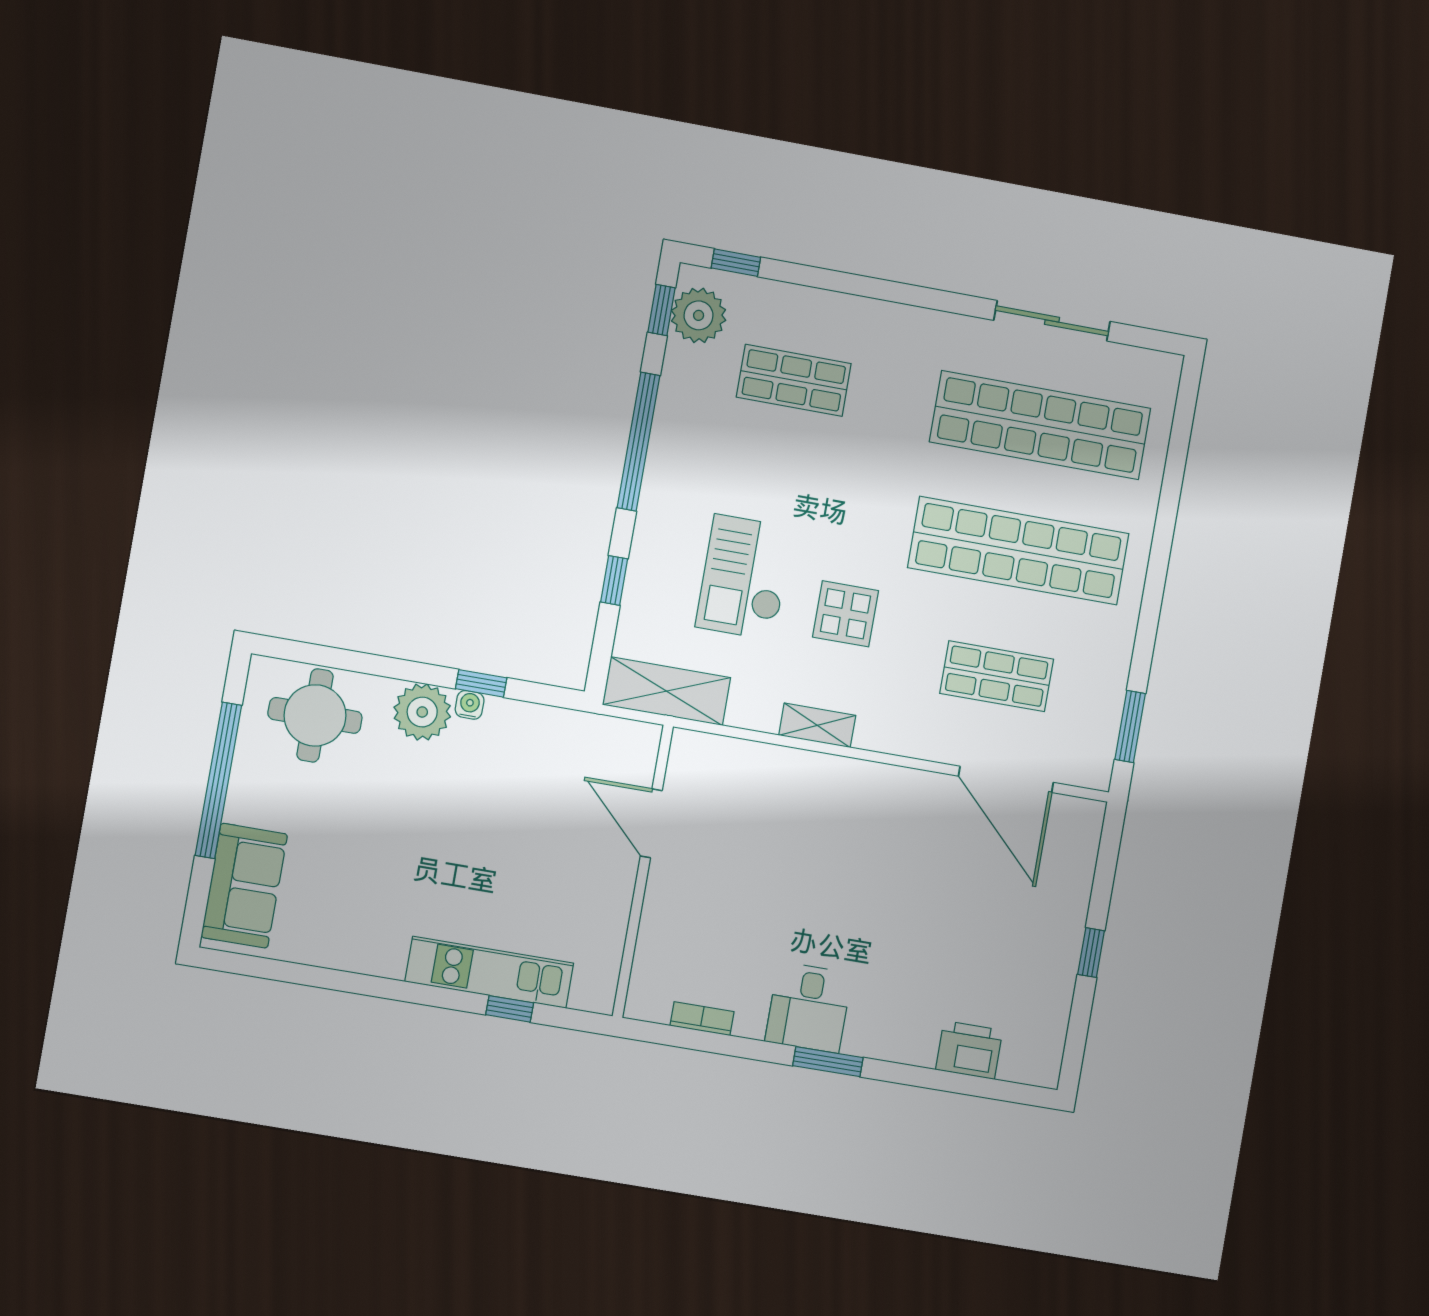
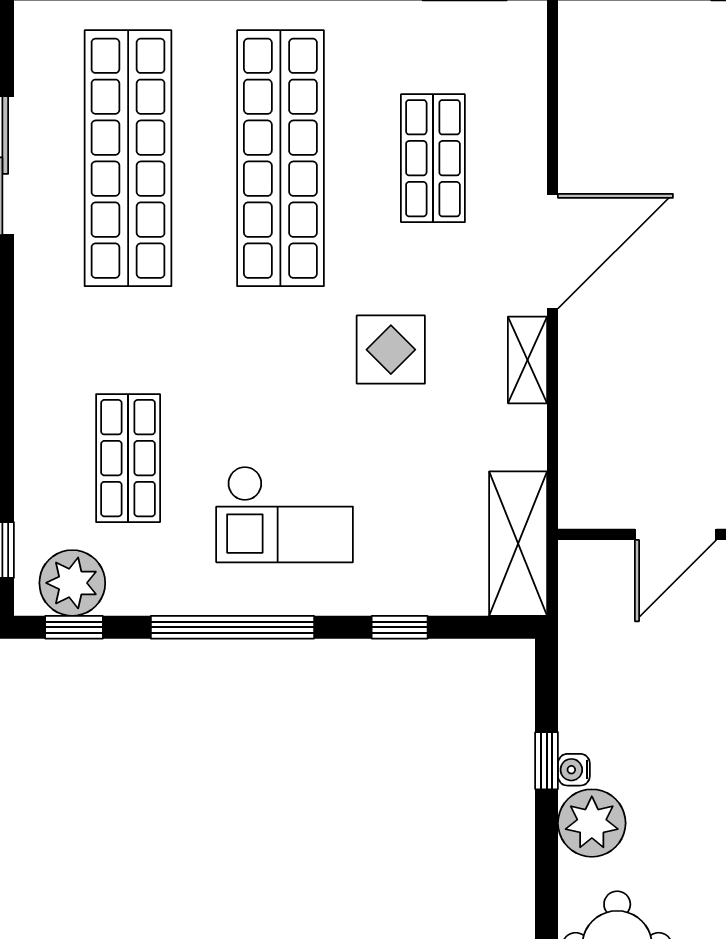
checkout: (744, 577) -> (285, 514), moved
door: (1006, 779) -> (553, 251), moved

